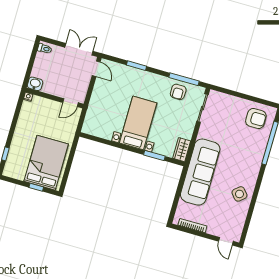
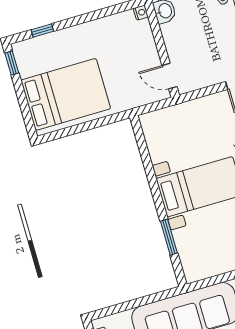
wardrobe: (182, 150) -> (201, 270), removed
window: (36, 187) -> (12, 63), moved

